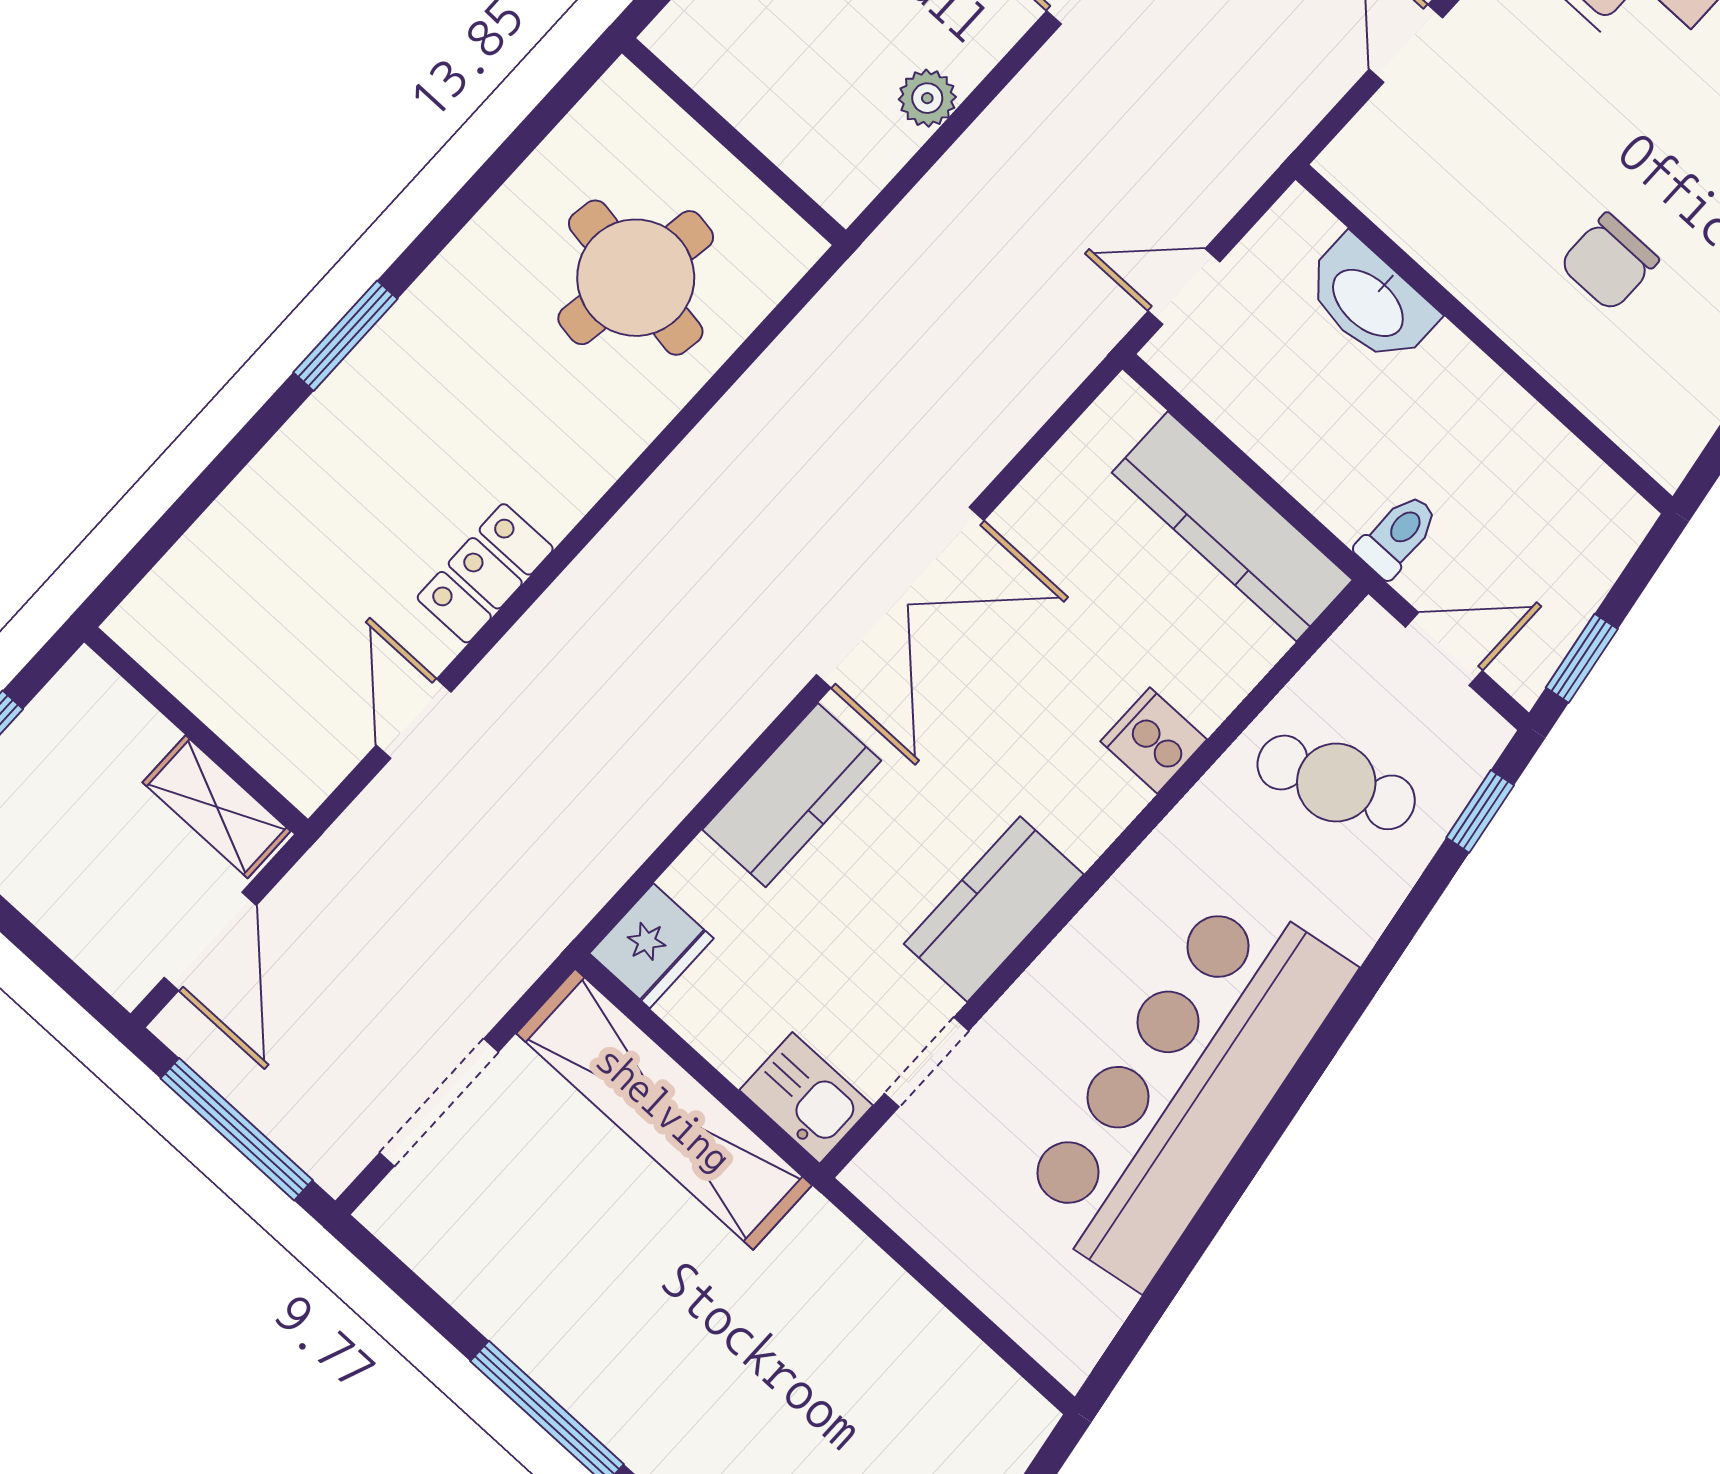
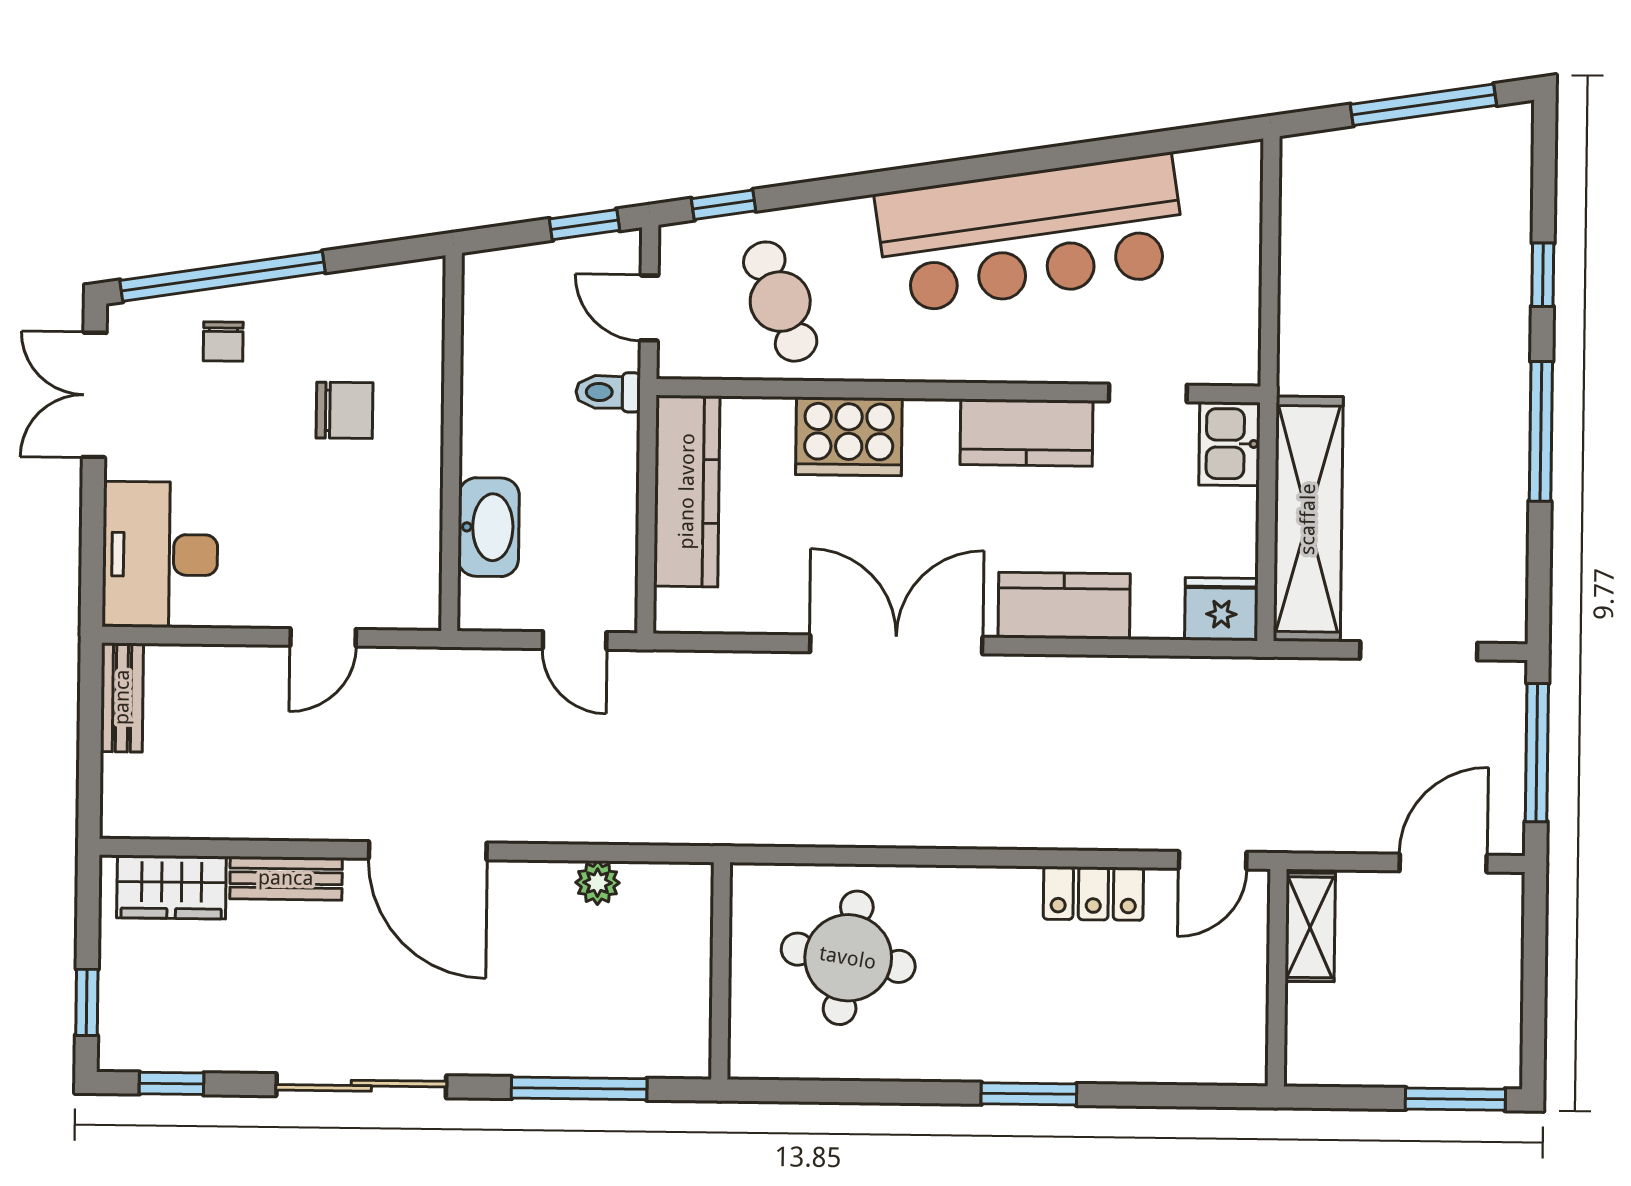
wall: (196, 731) -> (1277, 978), moved
cooker: (1154, 740) -> (849, 436), width x1.87, depth x1.31
shelving: (217, 807) -> (1310, 927), moved

